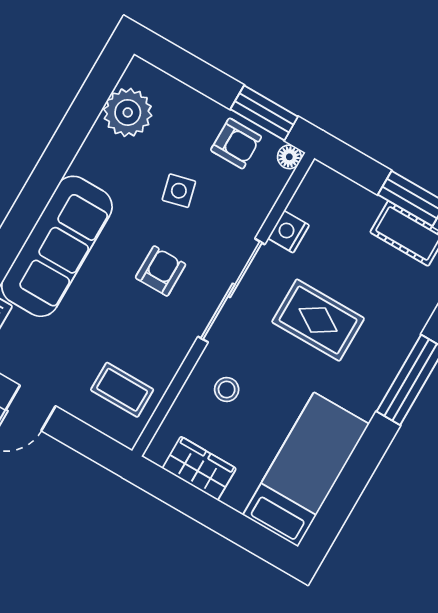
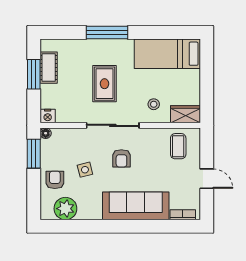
armchair: (236, 143) -> (55, 180), moved
nightstand: (289, 232) -> (48, 116), moved
armchair: (161, 271) -> (121, 158), turned -90
wardrobe: (199, 468) -> (186, 114), moved, turned 90

